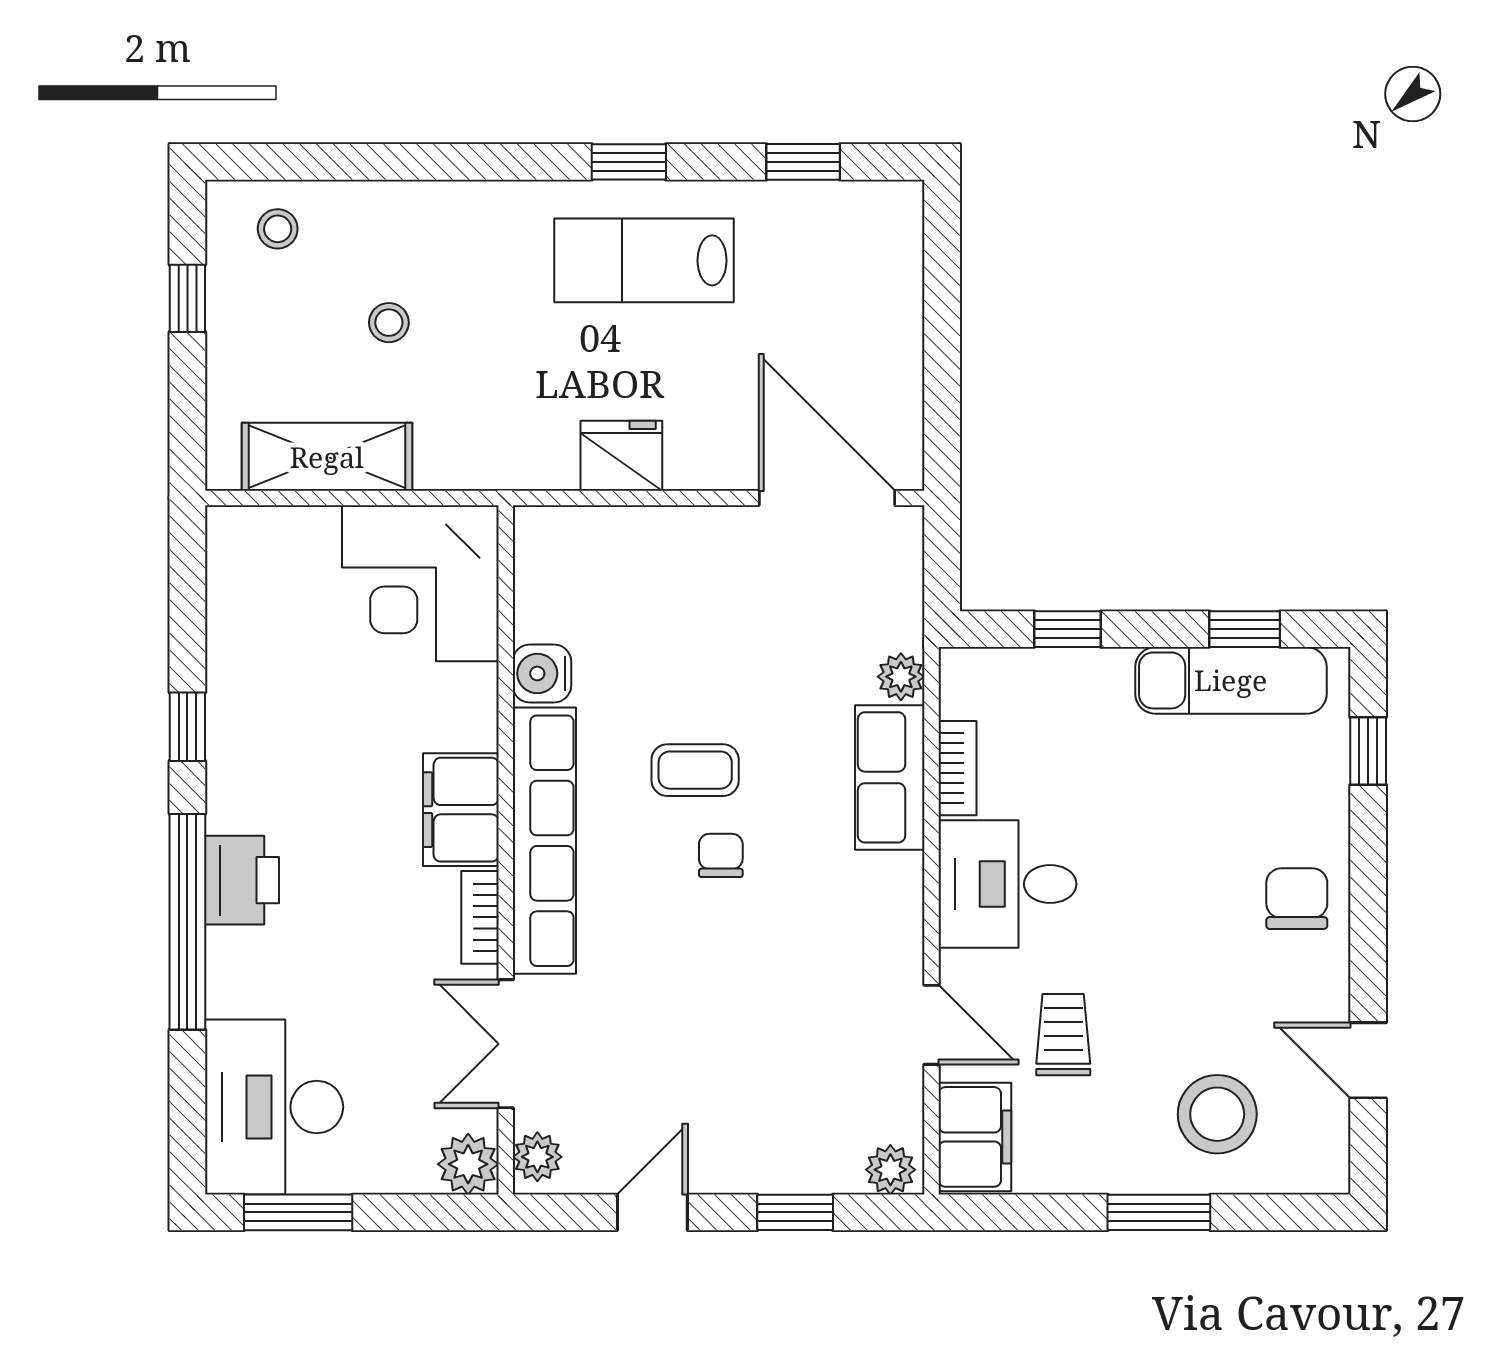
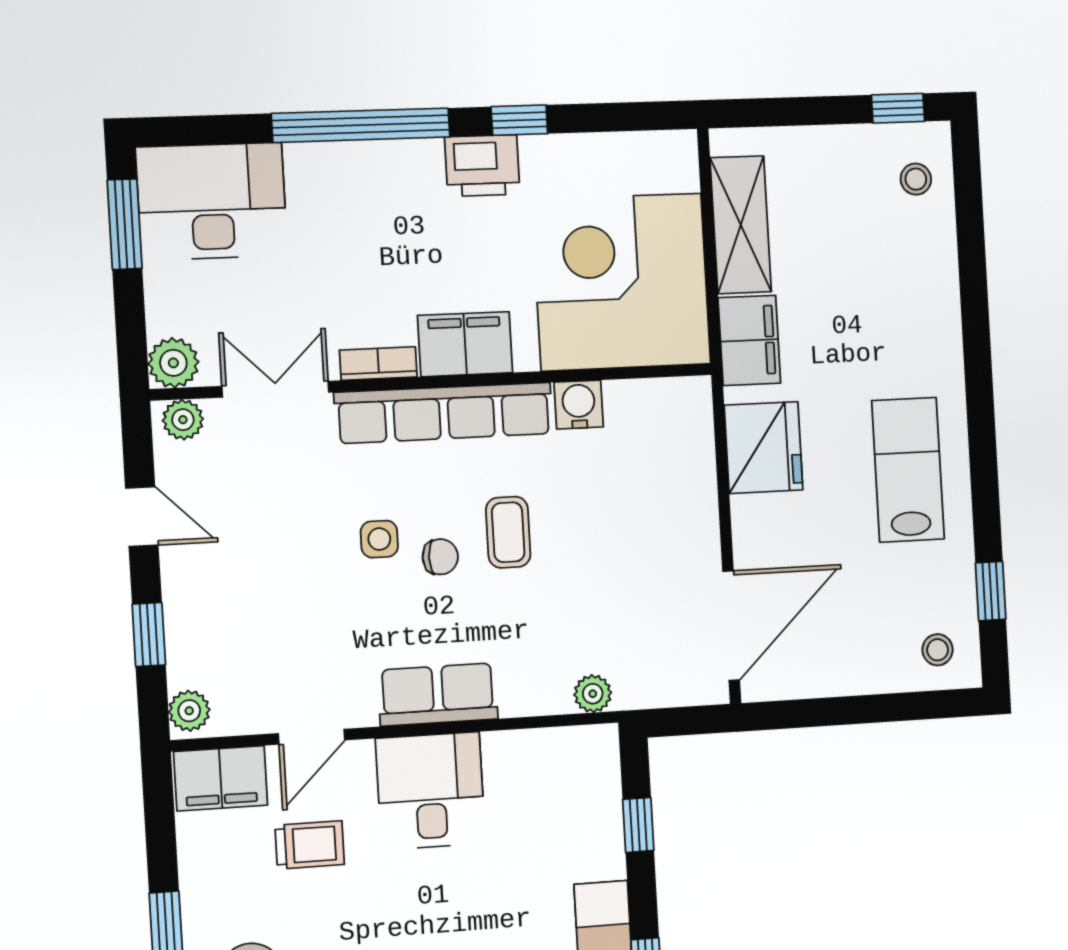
window: (629, 162) -> (983, 454), removed
window: (187, 298) -> (898, 108), moved
stool: (389, 323) -> (938, 650), moved
filing cabinet: (472, 454) -> (749, 340), added
fridge: (621, 456) -> (764, 448), width x1.36, depth x1.34
corner desk: (420, 583) -> (621, 282), width x1.36, depth x1.36
bookcase: (958, 768) -> (522, 744), removed
row of seats: (890, 777) -> (438, 695), moved
printer: (242, 880) -> (482, 166), moved
side table: (695, 929) -> (379, 539), added

